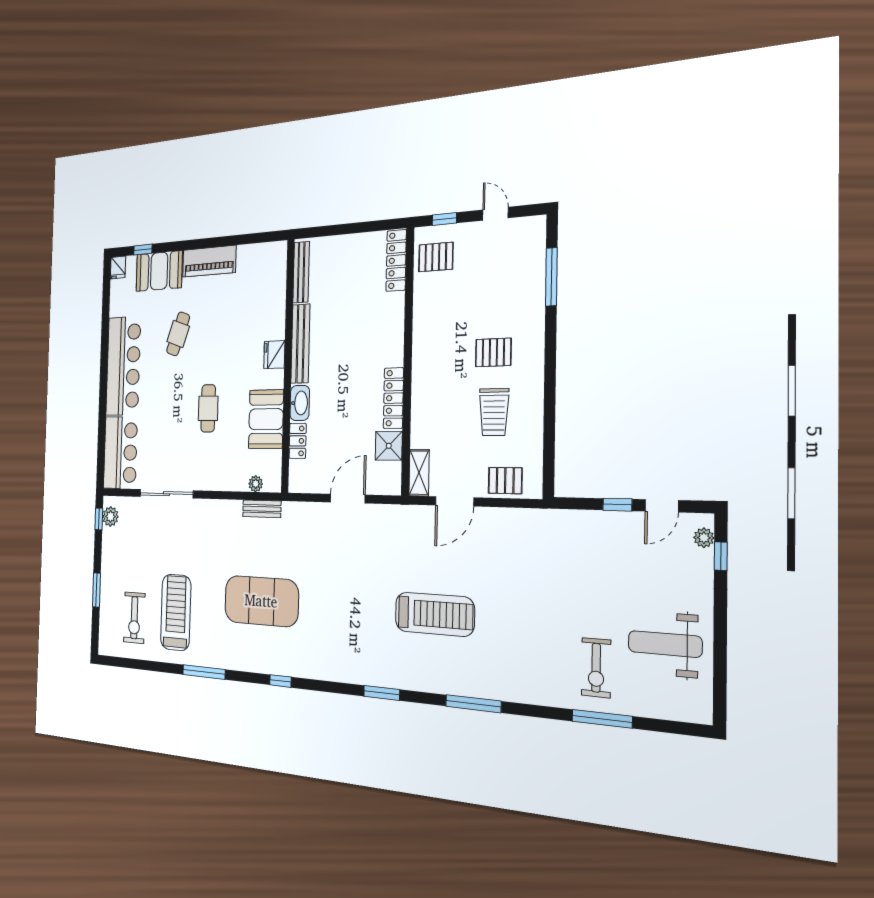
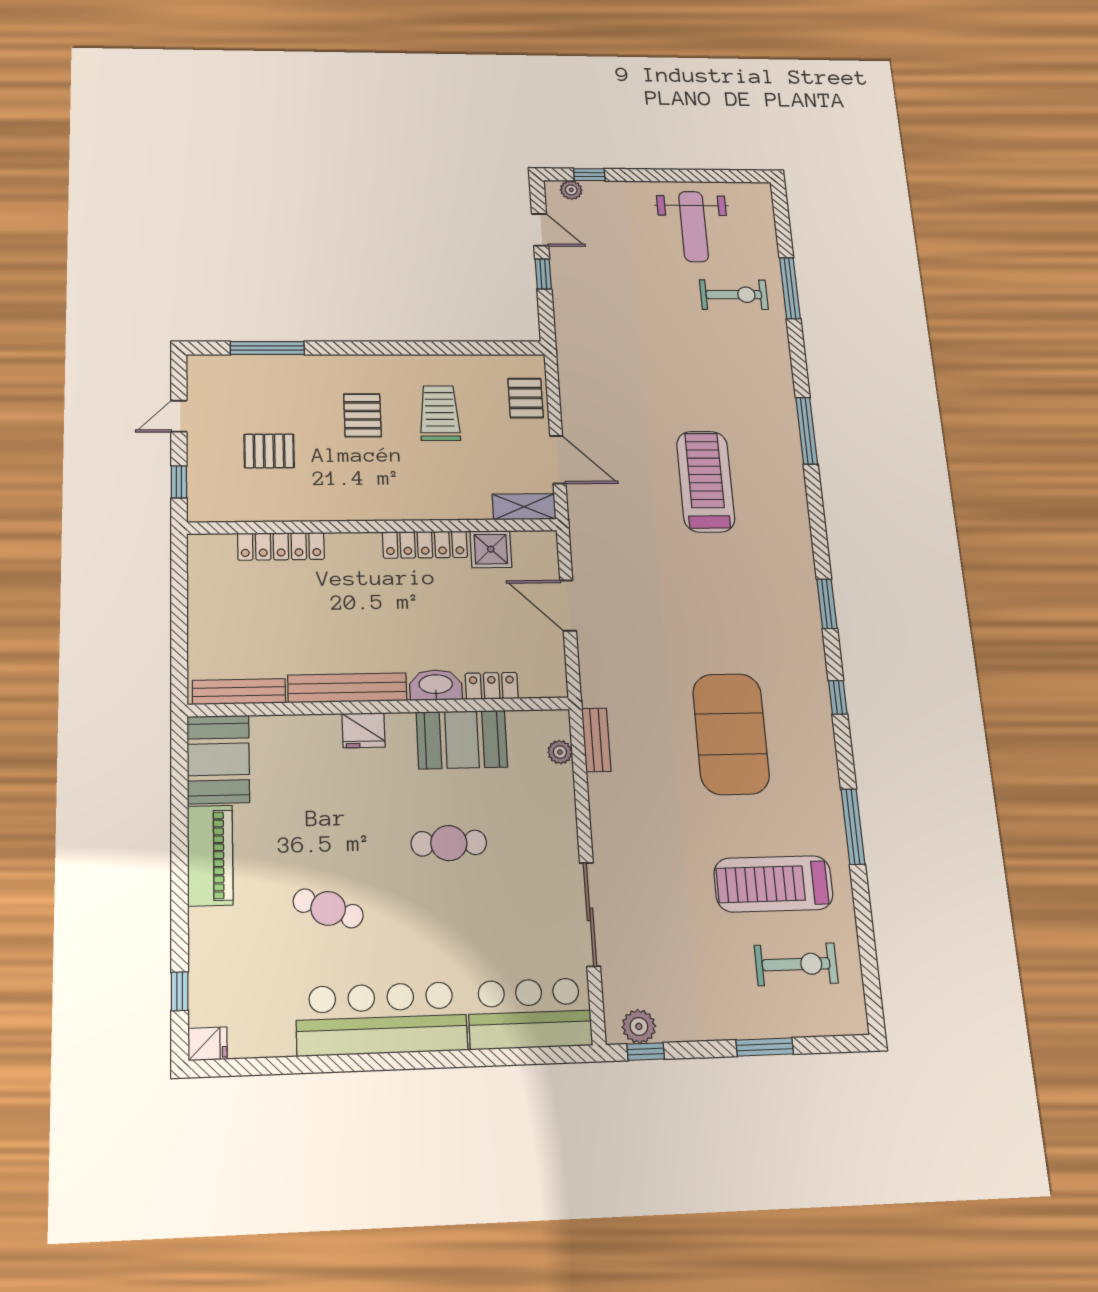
pallet: (436, 257) -> (269, 451), moved, turned 90
locker: (396, 260) -> (281, 546), moved
booth: (159, 271) -> (218, 759), moved
trolley: (494, 412) -> (440, 413), turned -90
window: (382, 693) -> (827, 604), moved

